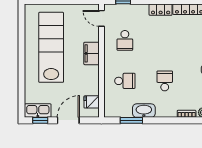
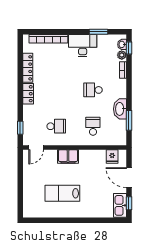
lab bench: (51, 47) -> (62, 193), width x0.54, depth x0.72

